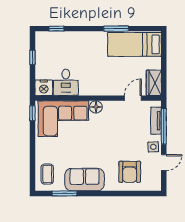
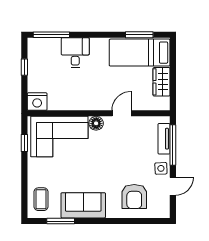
window: (56, 29) -> (51, 35), width x2.17
window: (116, 29) -> (139, 35), moved
desk: (66, 82) -> (75, 53), moved, turned 180
wardrobe: (154, 83) -> (162, 82), moved
door: (133, 98) -> (122, 113), moved
window: (32, 113) -> (24, 143), moved

